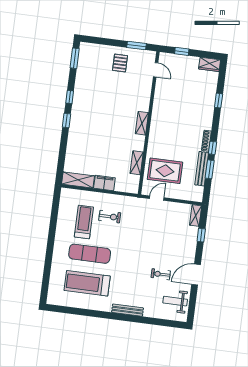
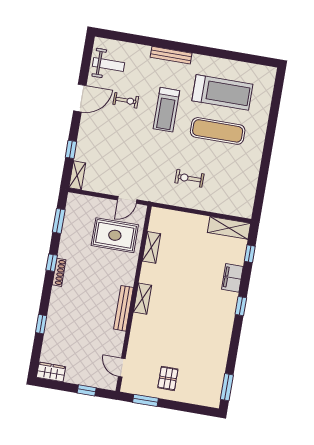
window: (70, 97) -> (250, 254), moved
bench: (202, 169) -> (123, 308), moved
window: (210, 169) -> (59, 221), moved
filing cabinet: (104, 183) -> (232, 278), moved, turned 90
treadmill: (84, 222) -> (166, 110), moved

